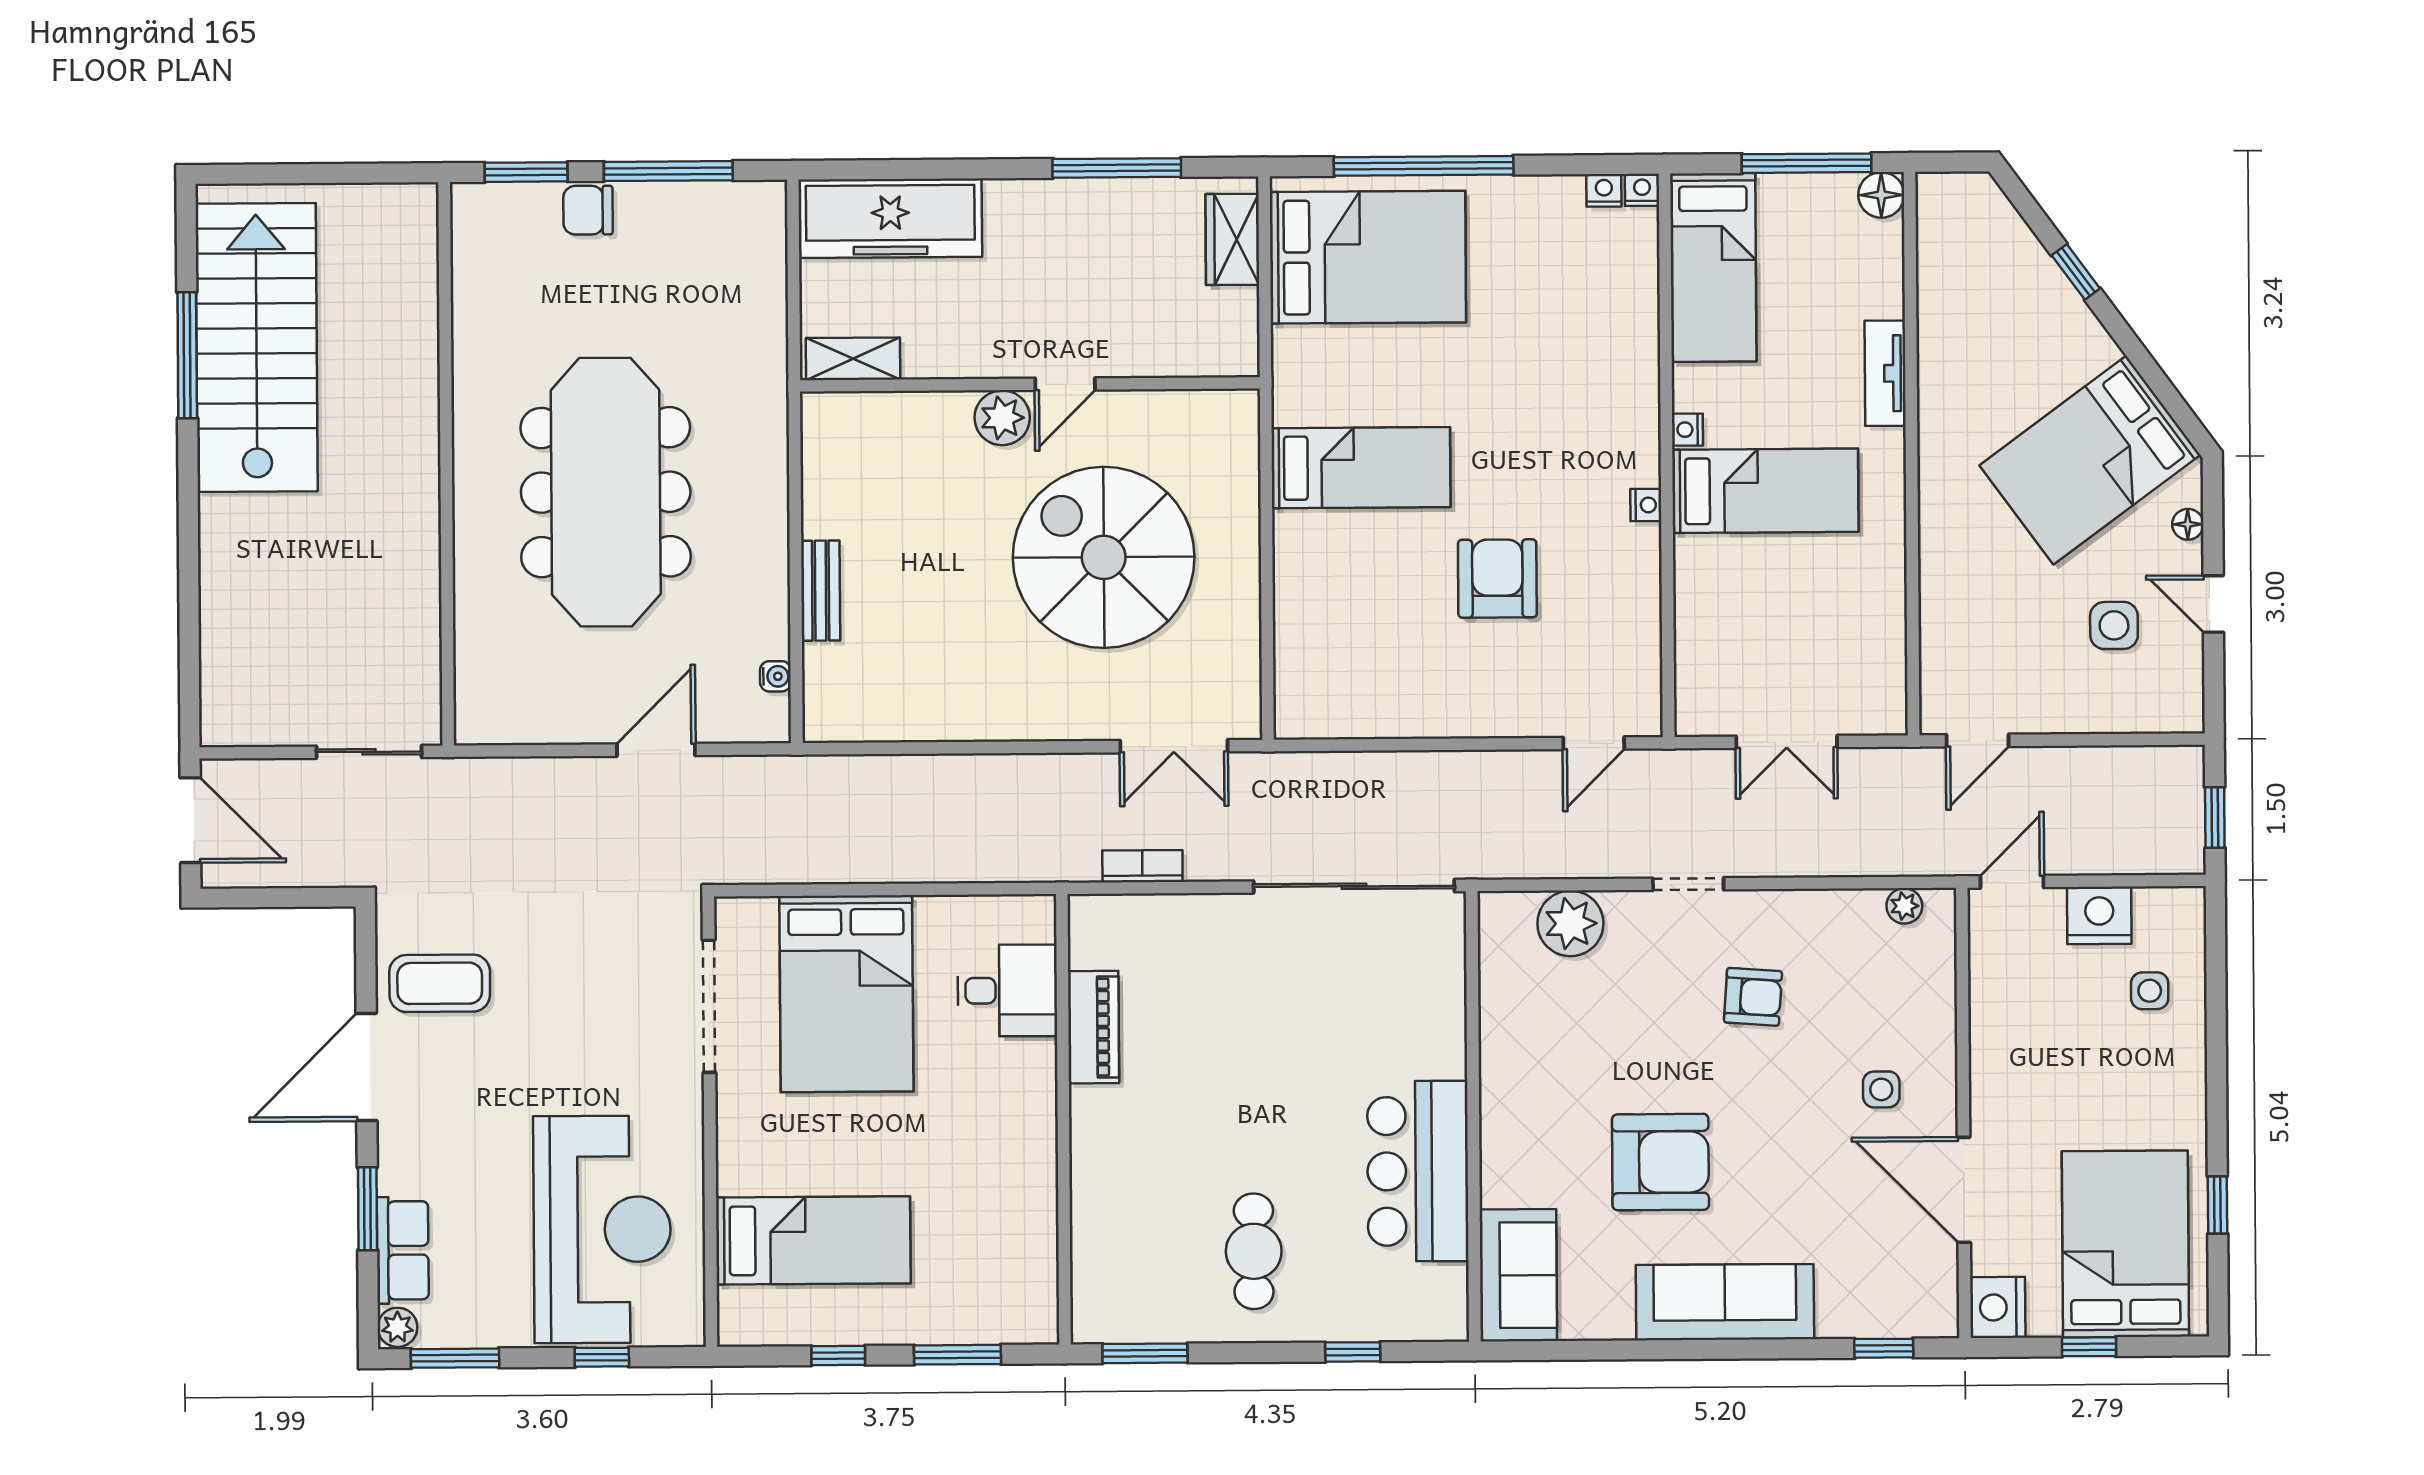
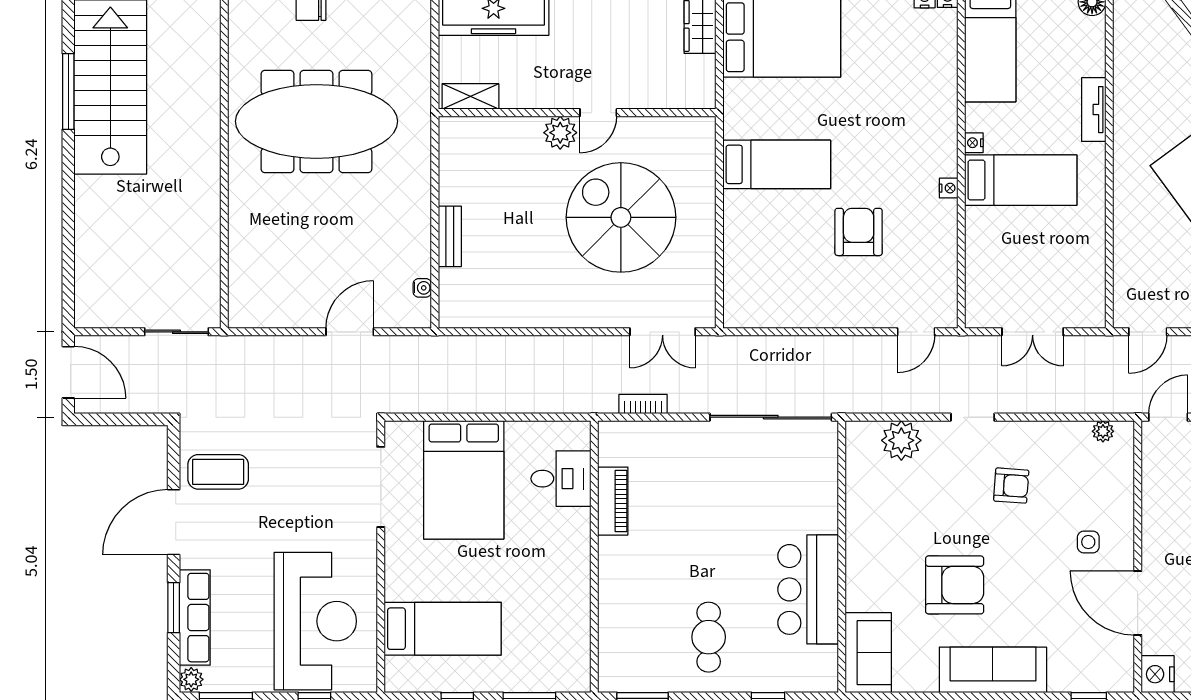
meeting table: (606, 492) -> (316, 121), moved, turned 90
row of seats: (403, 1250) -> (195, 618), width x1.48

